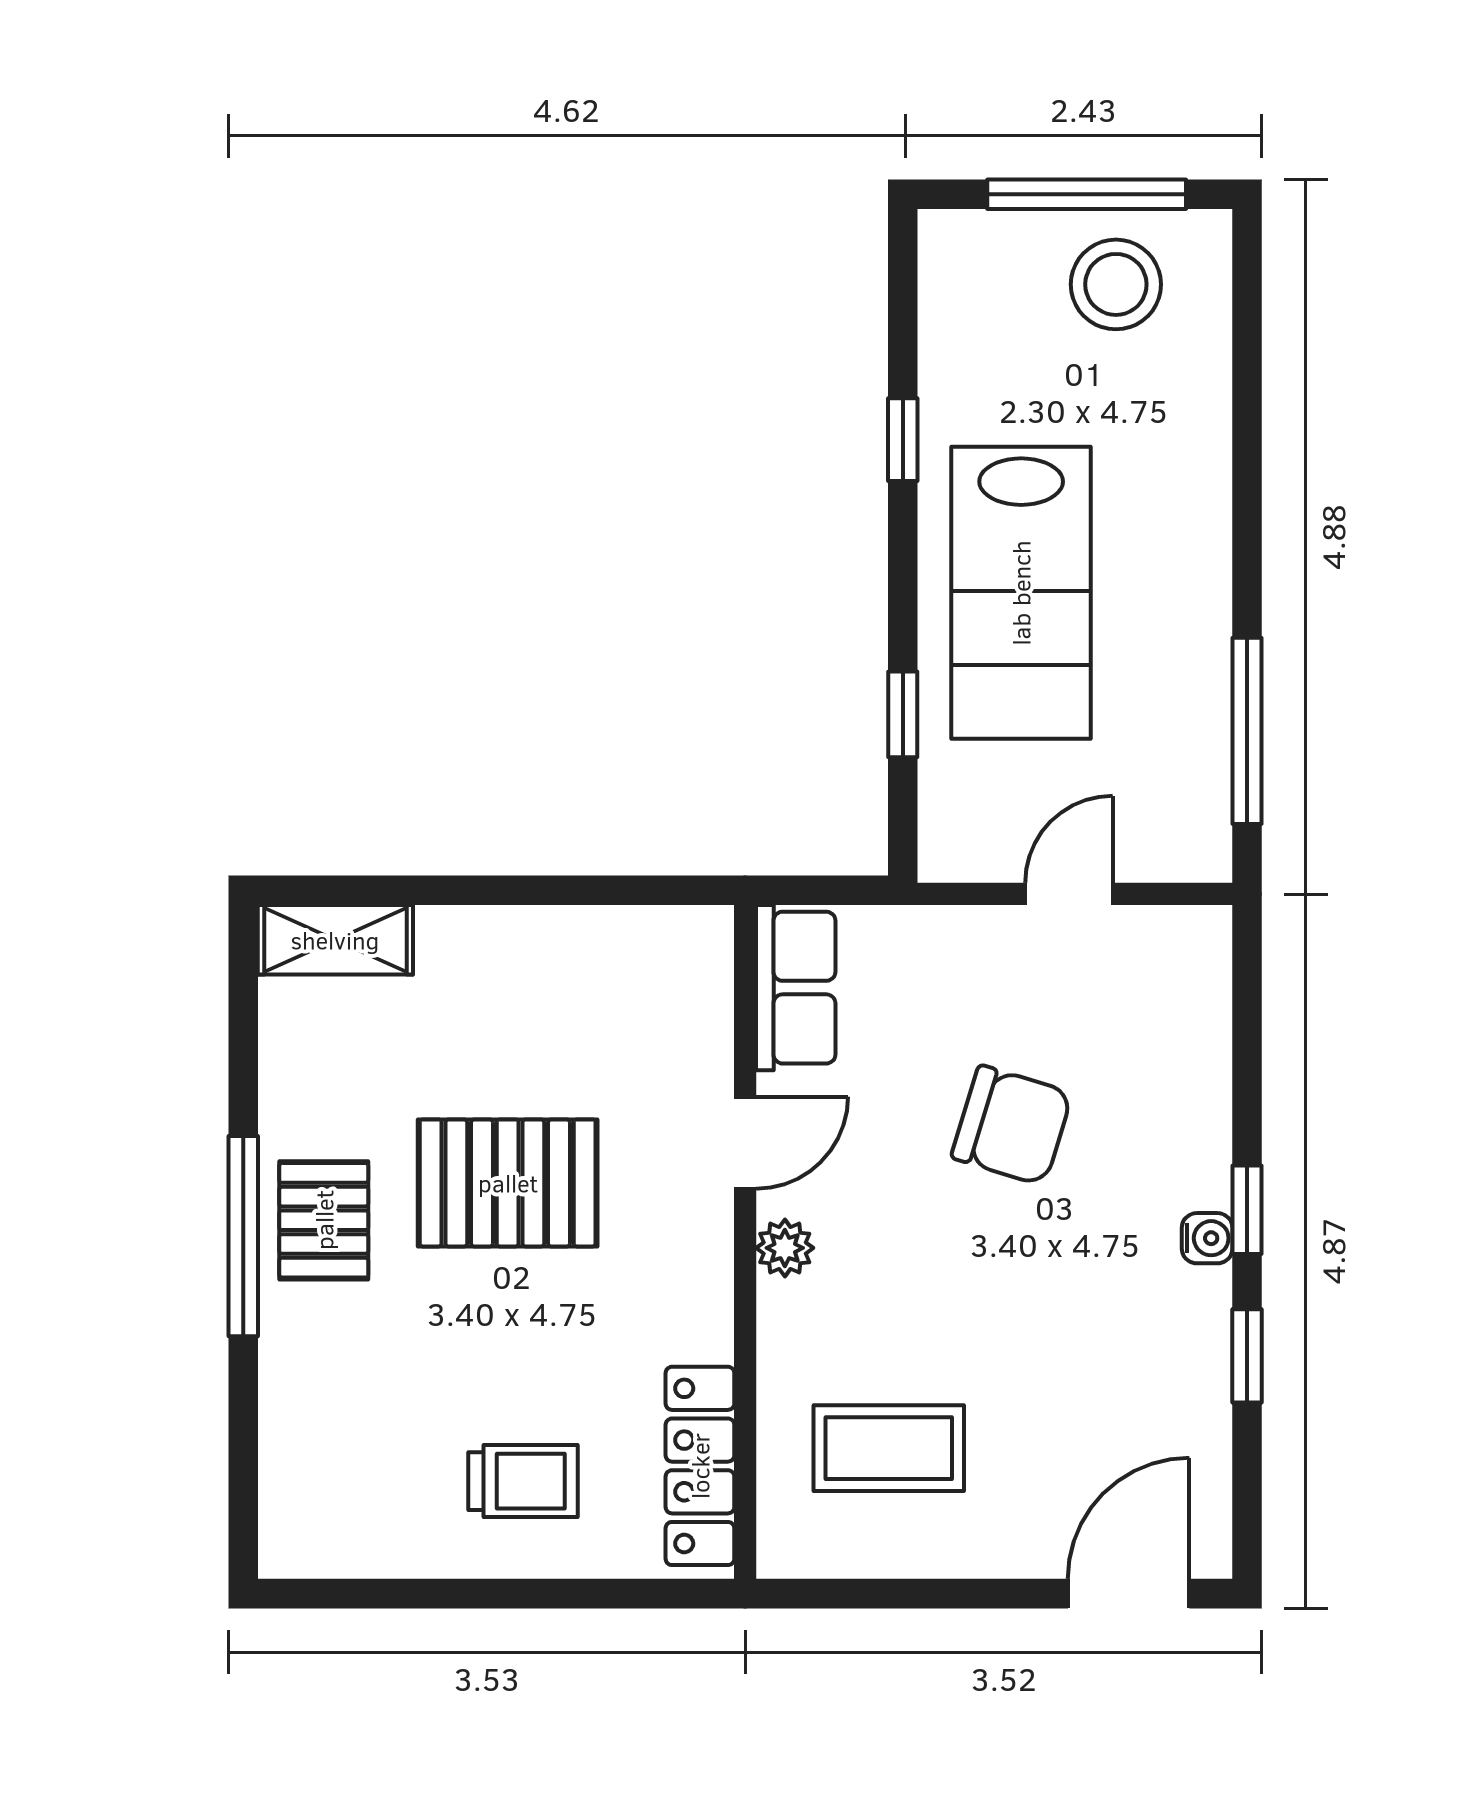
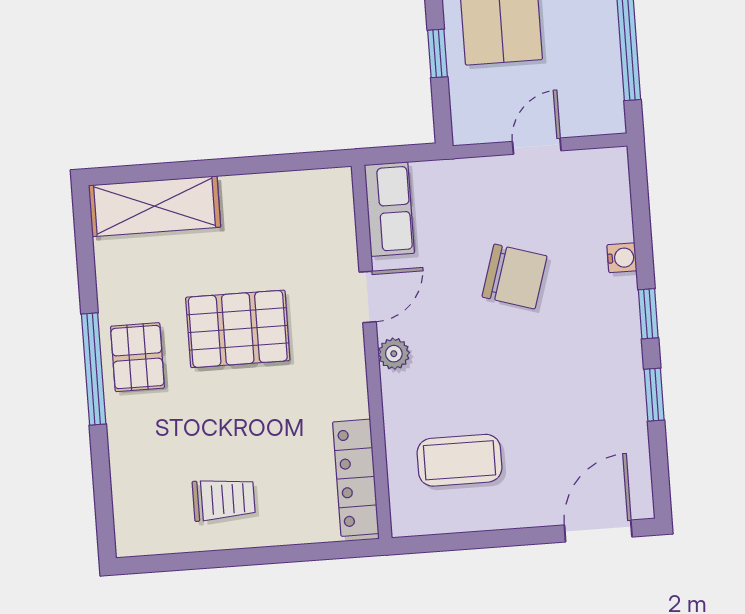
shelving: (335, 940) -> (155, 206), width x1.50, depth x1.33
water cooler: (1207, 1238) -> (622, 258), moved
trolley: (523, 1481) -> (224, 499), moved

